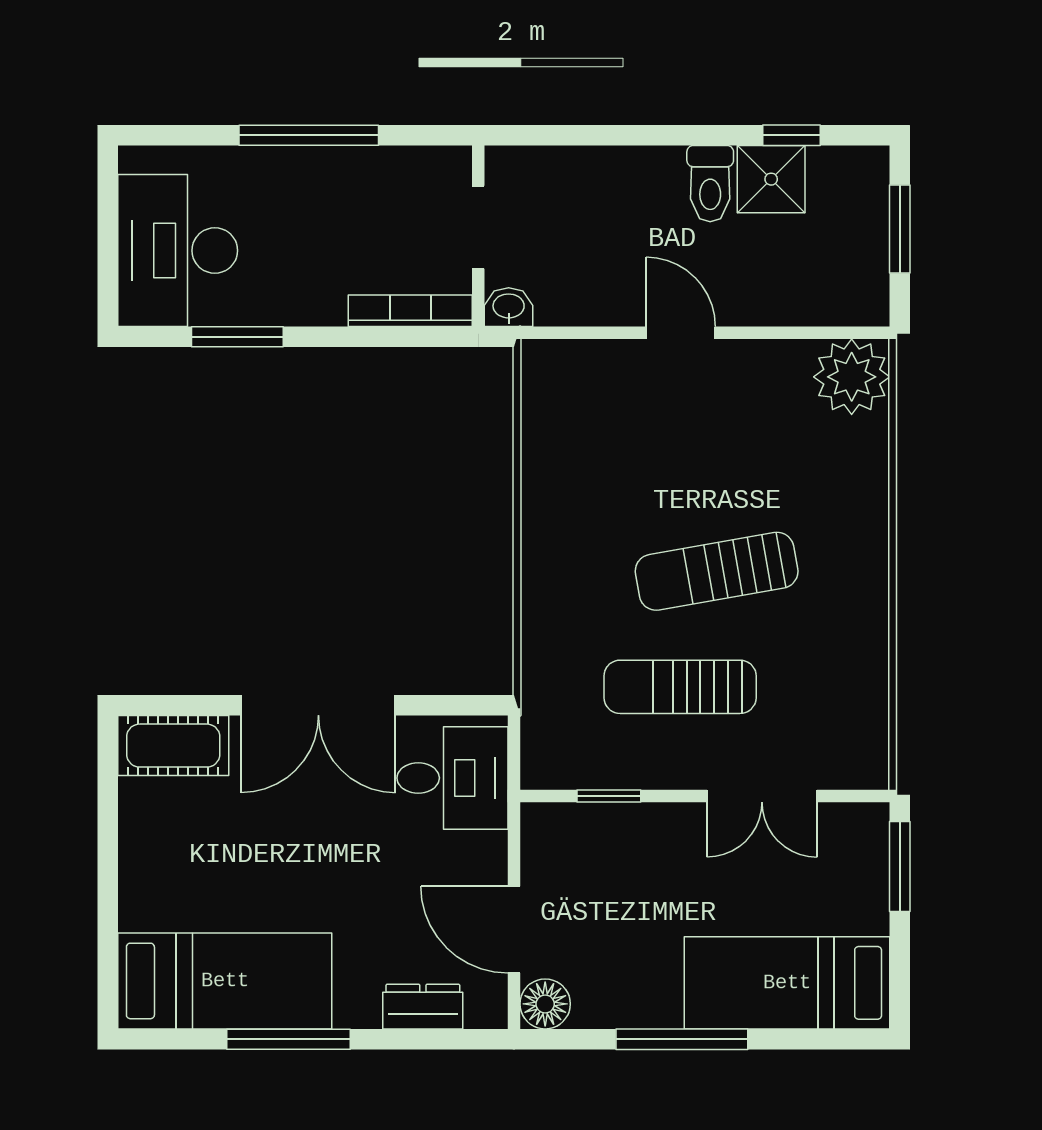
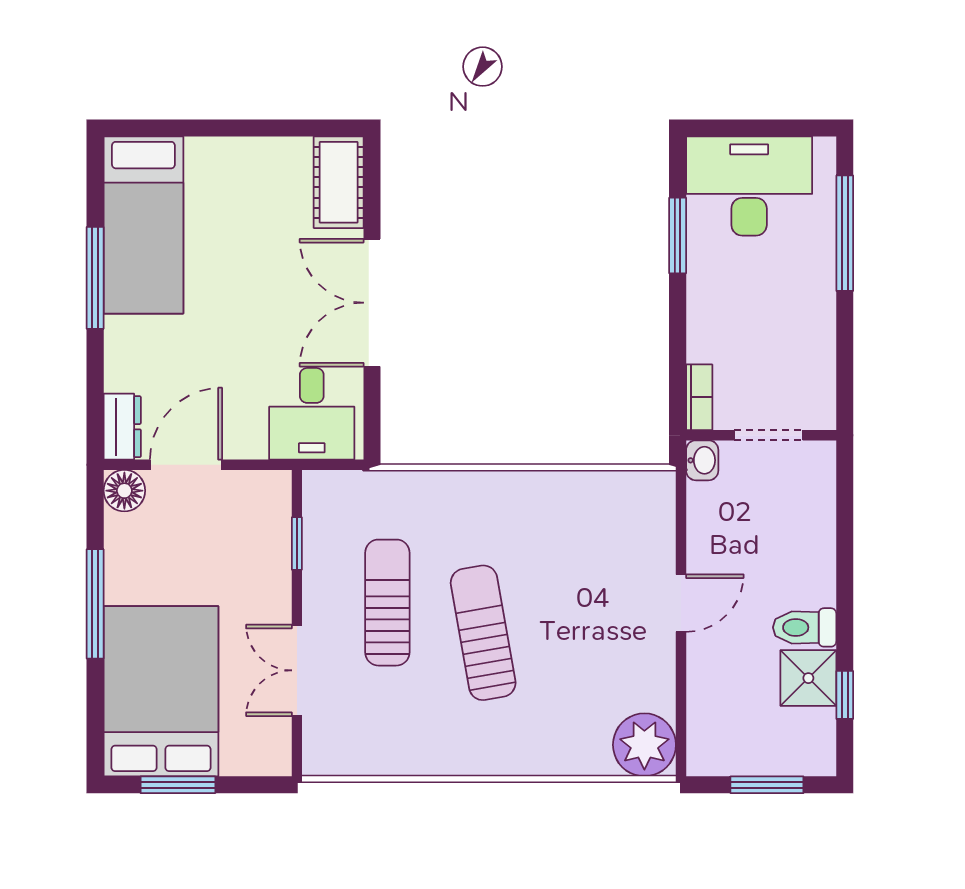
window: (309, 135) -> (845, 233), moved
bookcase: (410, 311) -> (699, 397), width x0.64
window: (900, 867) -> (178, 785), moved
bed: (787, 983) -> (161, 691), width x1.50
dresser: (423, 1007) -> (122, 427), moved

